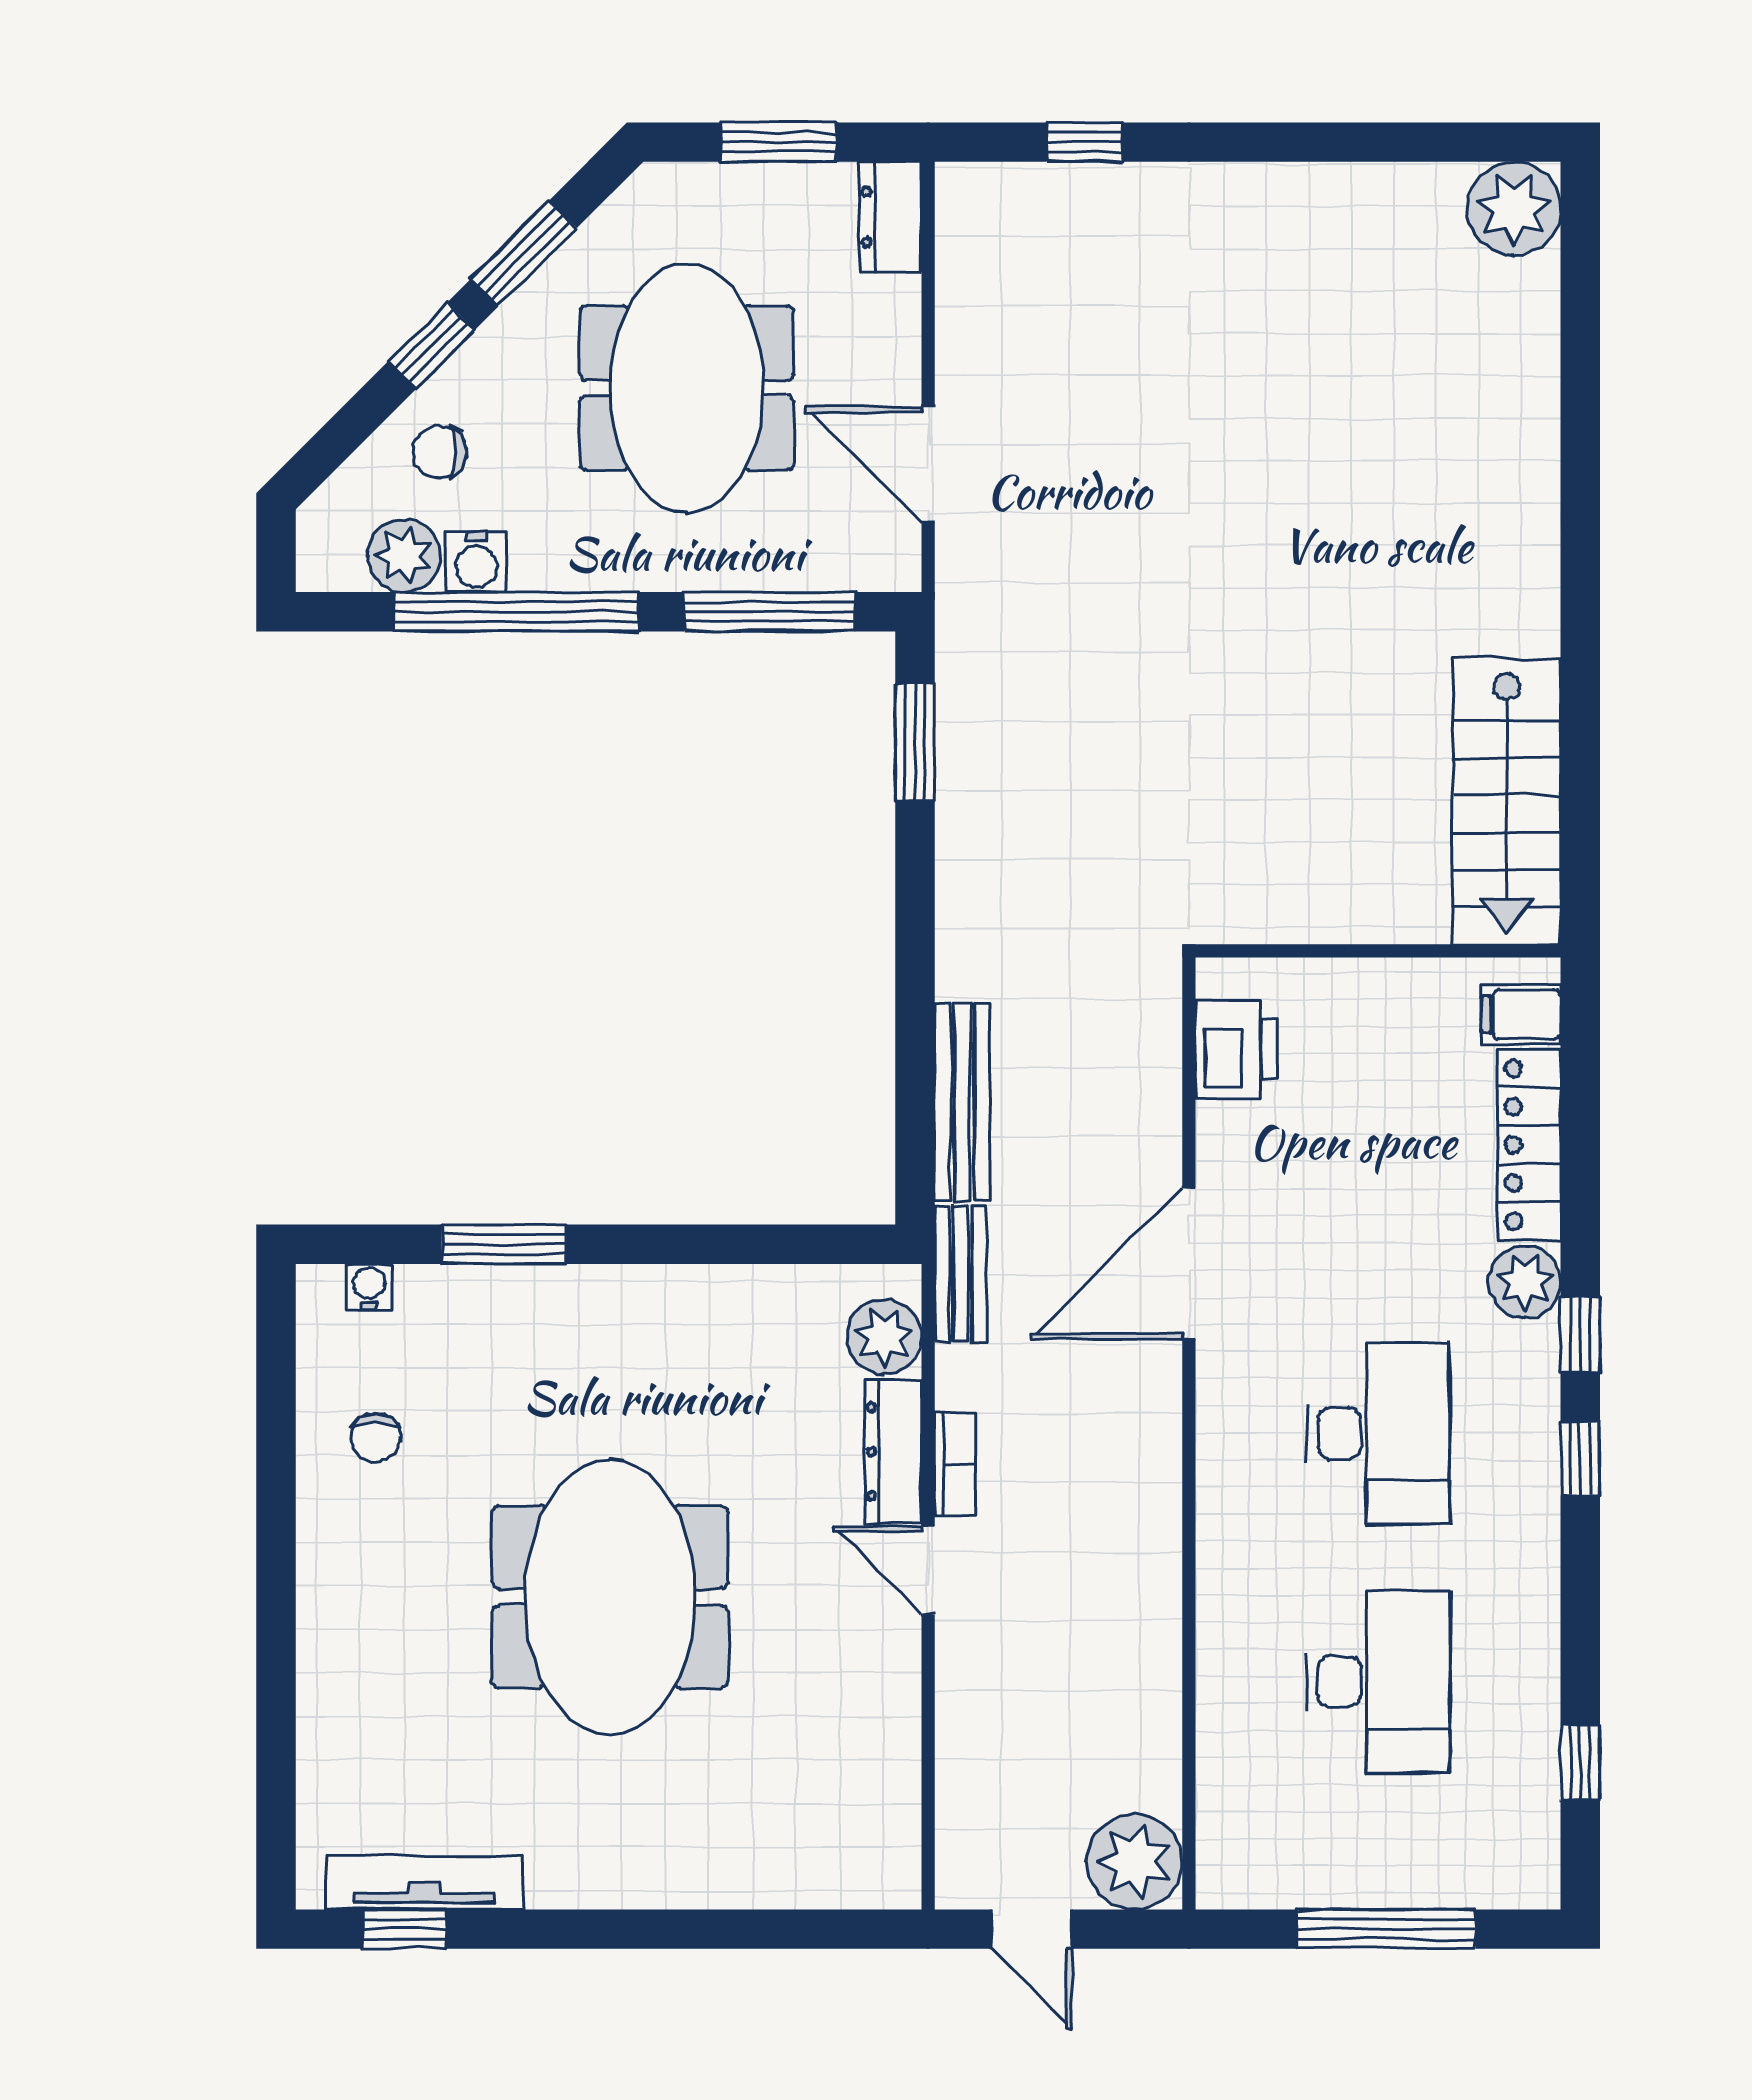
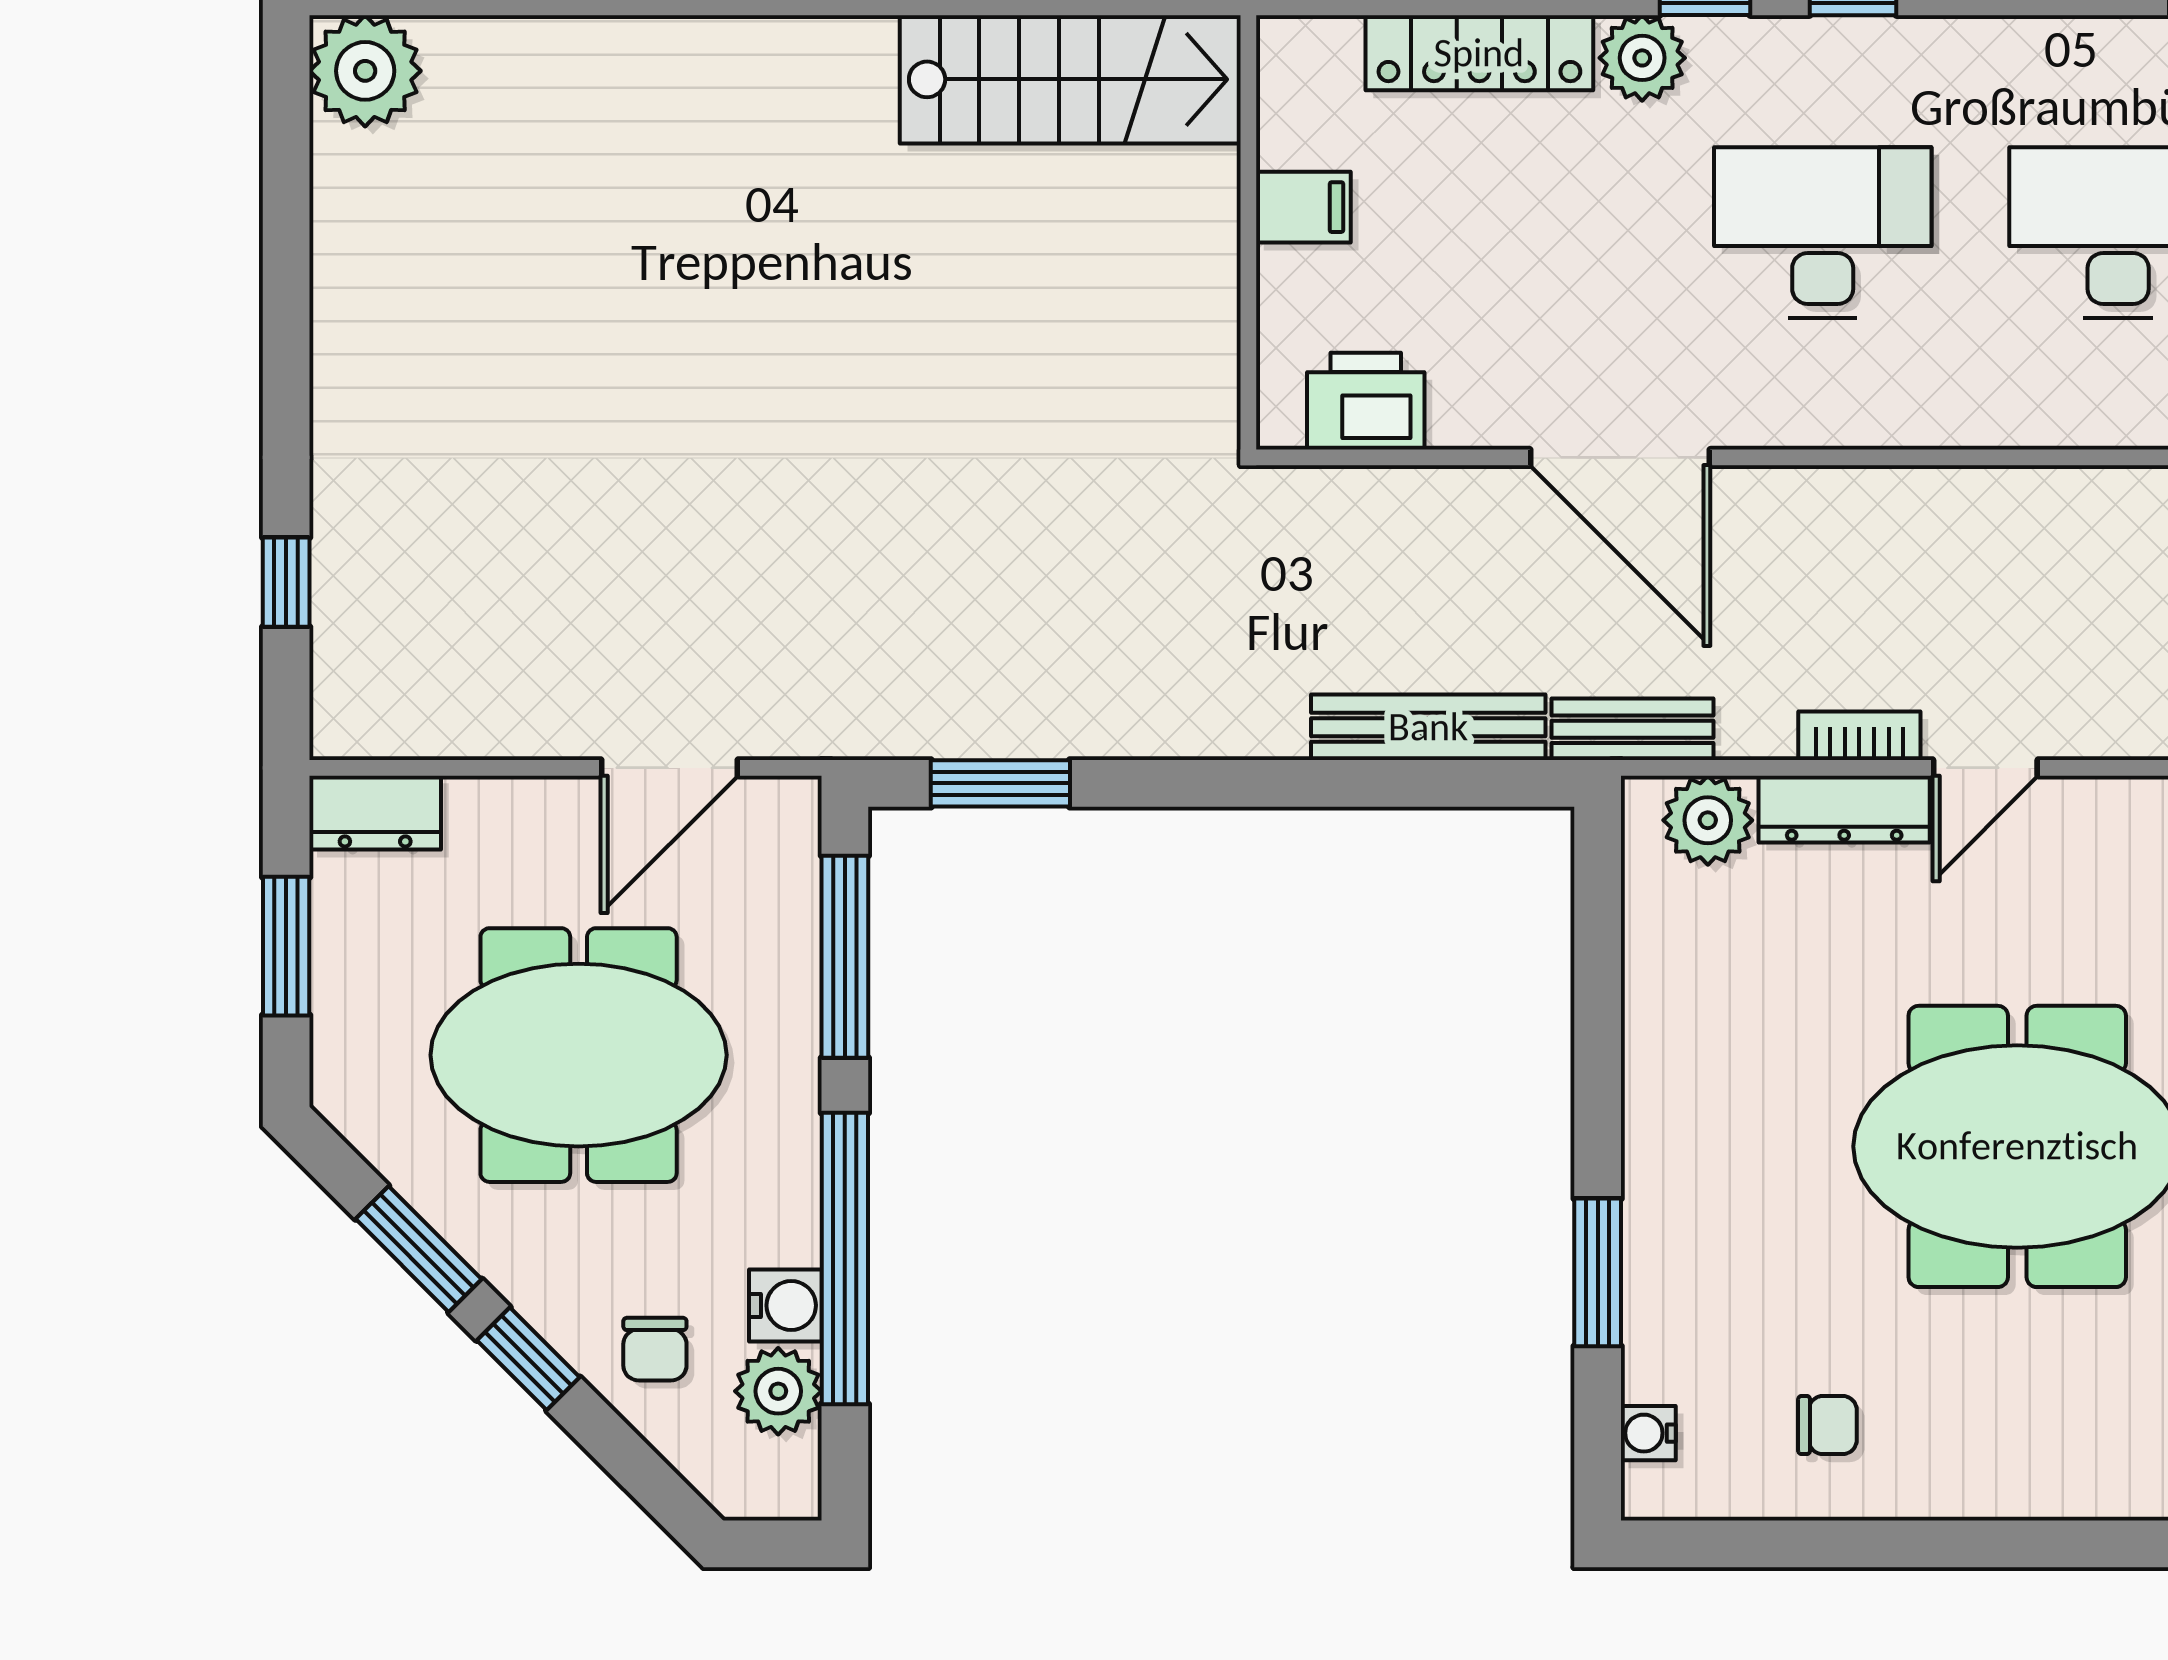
filing cabinet: (1521, 1014) -> (1303, 207), moved, turned -90

